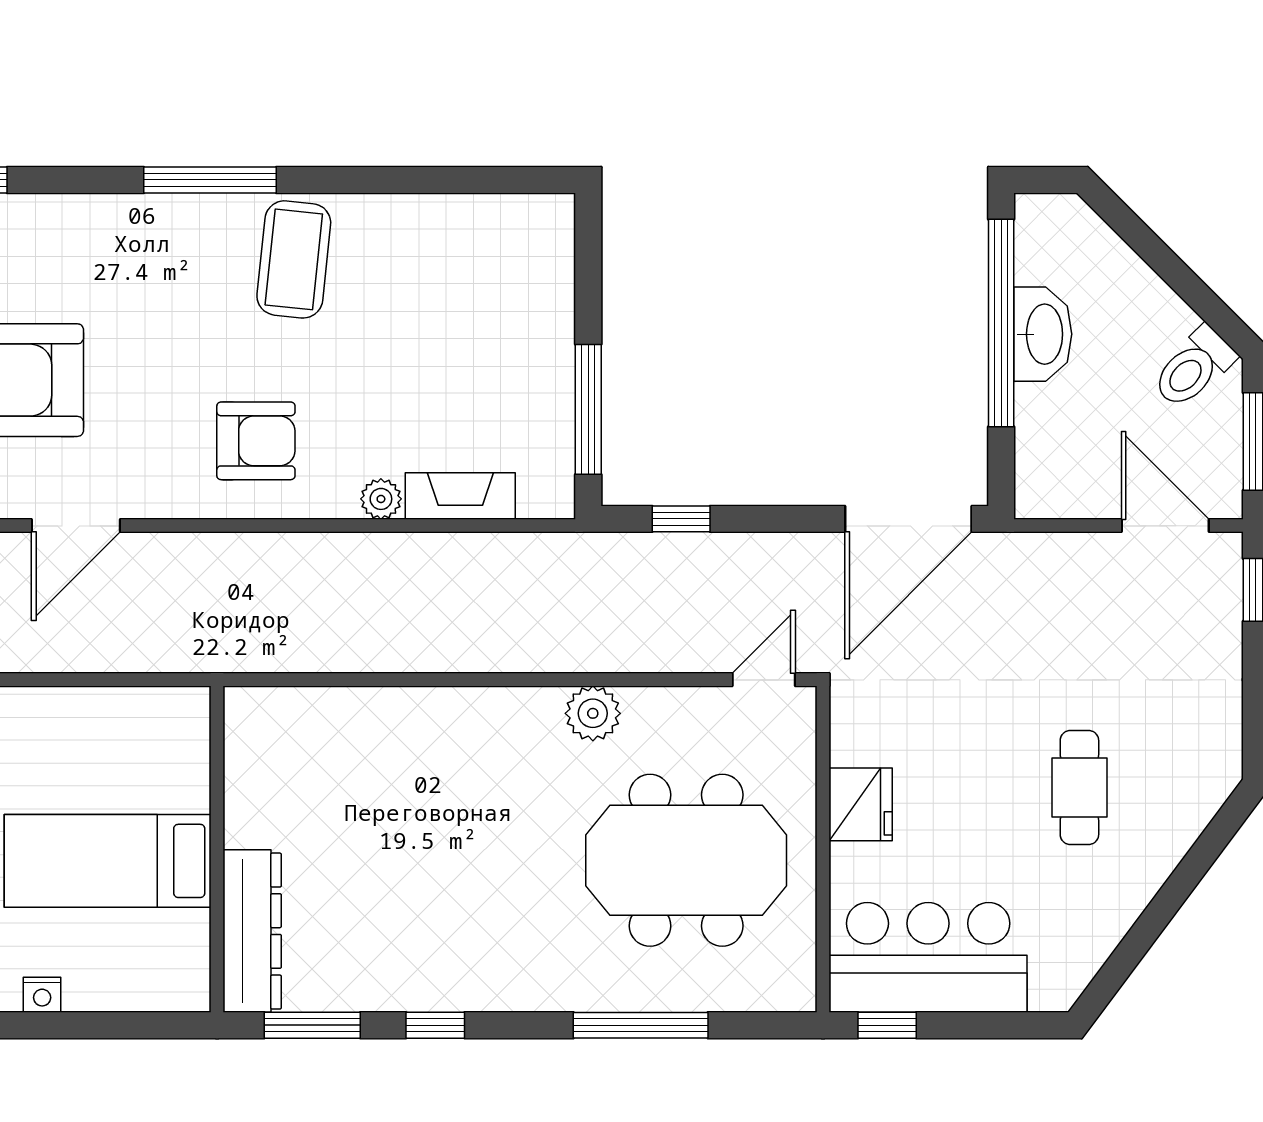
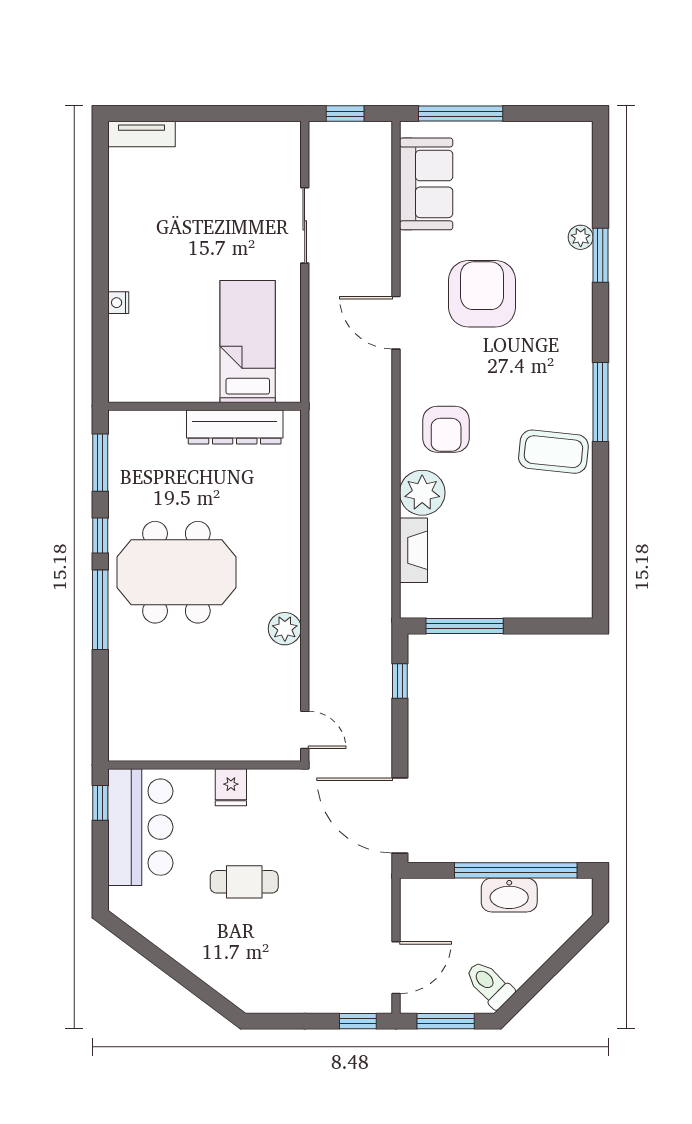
plant: (381, 499) -> (422, 493), width x1.87, depth x1.87
cafe table: (1079, 787) -> (244, 882), moved
fridge: (861, 804) -> (231, 787), width x0.72
meeting table: (686, 860) -> (176, 572), moved, turned 90
bed: (108, 861) -> (248, 342), moved
dresser: (252, 931) -> (235, 427), moved
window: (641, 1025) -> (100, 610), moved

